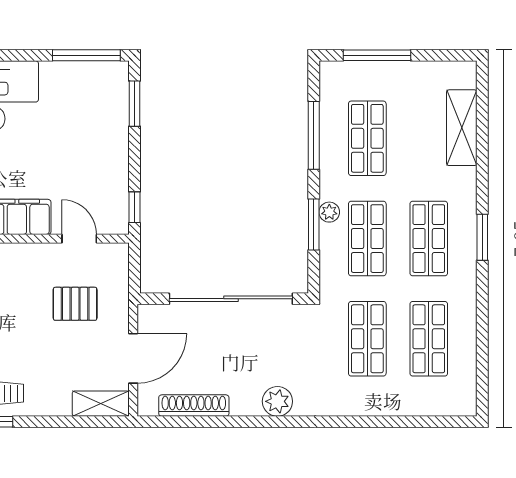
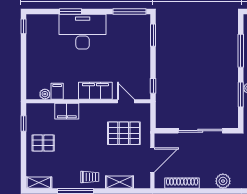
sliding door: (231, 299) -> (200, 131), width x0.73
pallet: (75, 304) -> (124, 133), width x1.50, depth x1.42
shelving: (101, 404) -> (119, 182), moved

